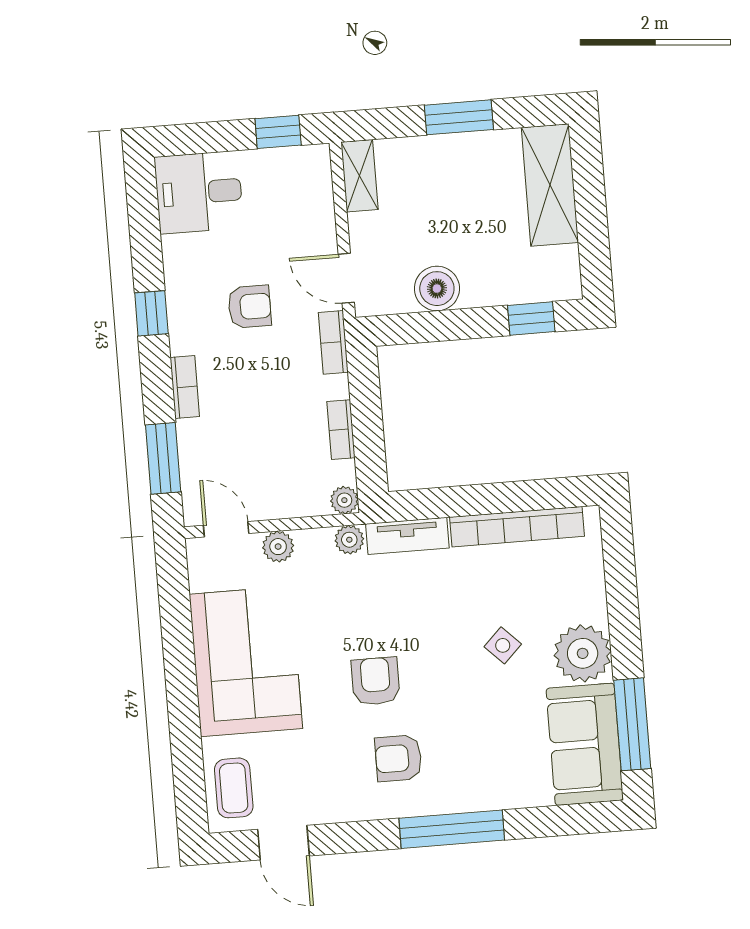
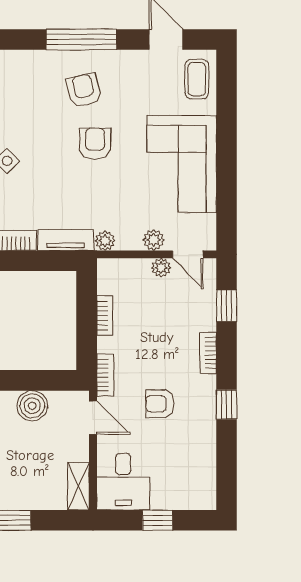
window: (278, 132) -> (158, 520), moved
desk: (199, 192) -> (123, 482), moved, turned 90
window: (163, 458) -> (227, 306), width x0.67
plant: (344, 500) -> (161, 268), moved
armchair: (376, 681) -> (95, 144), turned 180
armchair: (398, 758) -> (84, 90), turned -103
window: (452, 829) -> (81, 39), moved

